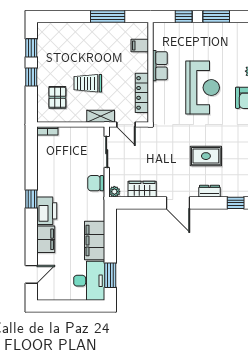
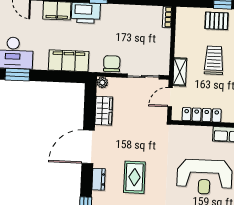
pallet: (57, 97) -> (217, 21), moved
door: (178, 203) -> (88, 147), width x1.36
filing cabinet: (95, 241) -> (69, 61), moved

